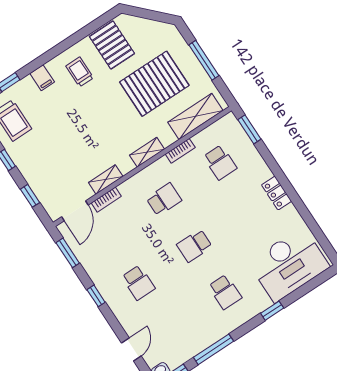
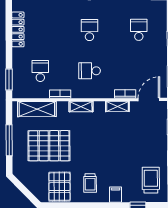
locker: (276, 193) -> (18, 29), width x1.53
school desk: (194, 246) -> (89, 30), turned -90

